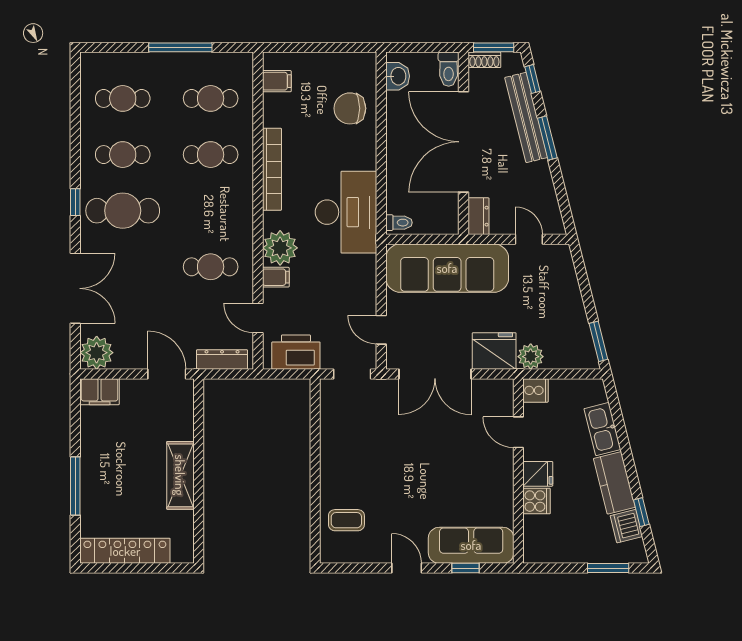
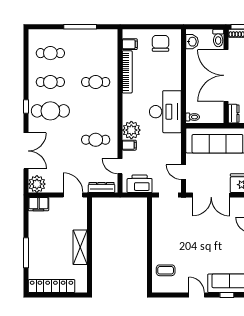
cafe table: (211, 98) -> (96, 53), removed
chair: (350, 108) -> (161, 43), moved, turned 90
bookcase: (272, 169) -> (127, 72), moved

